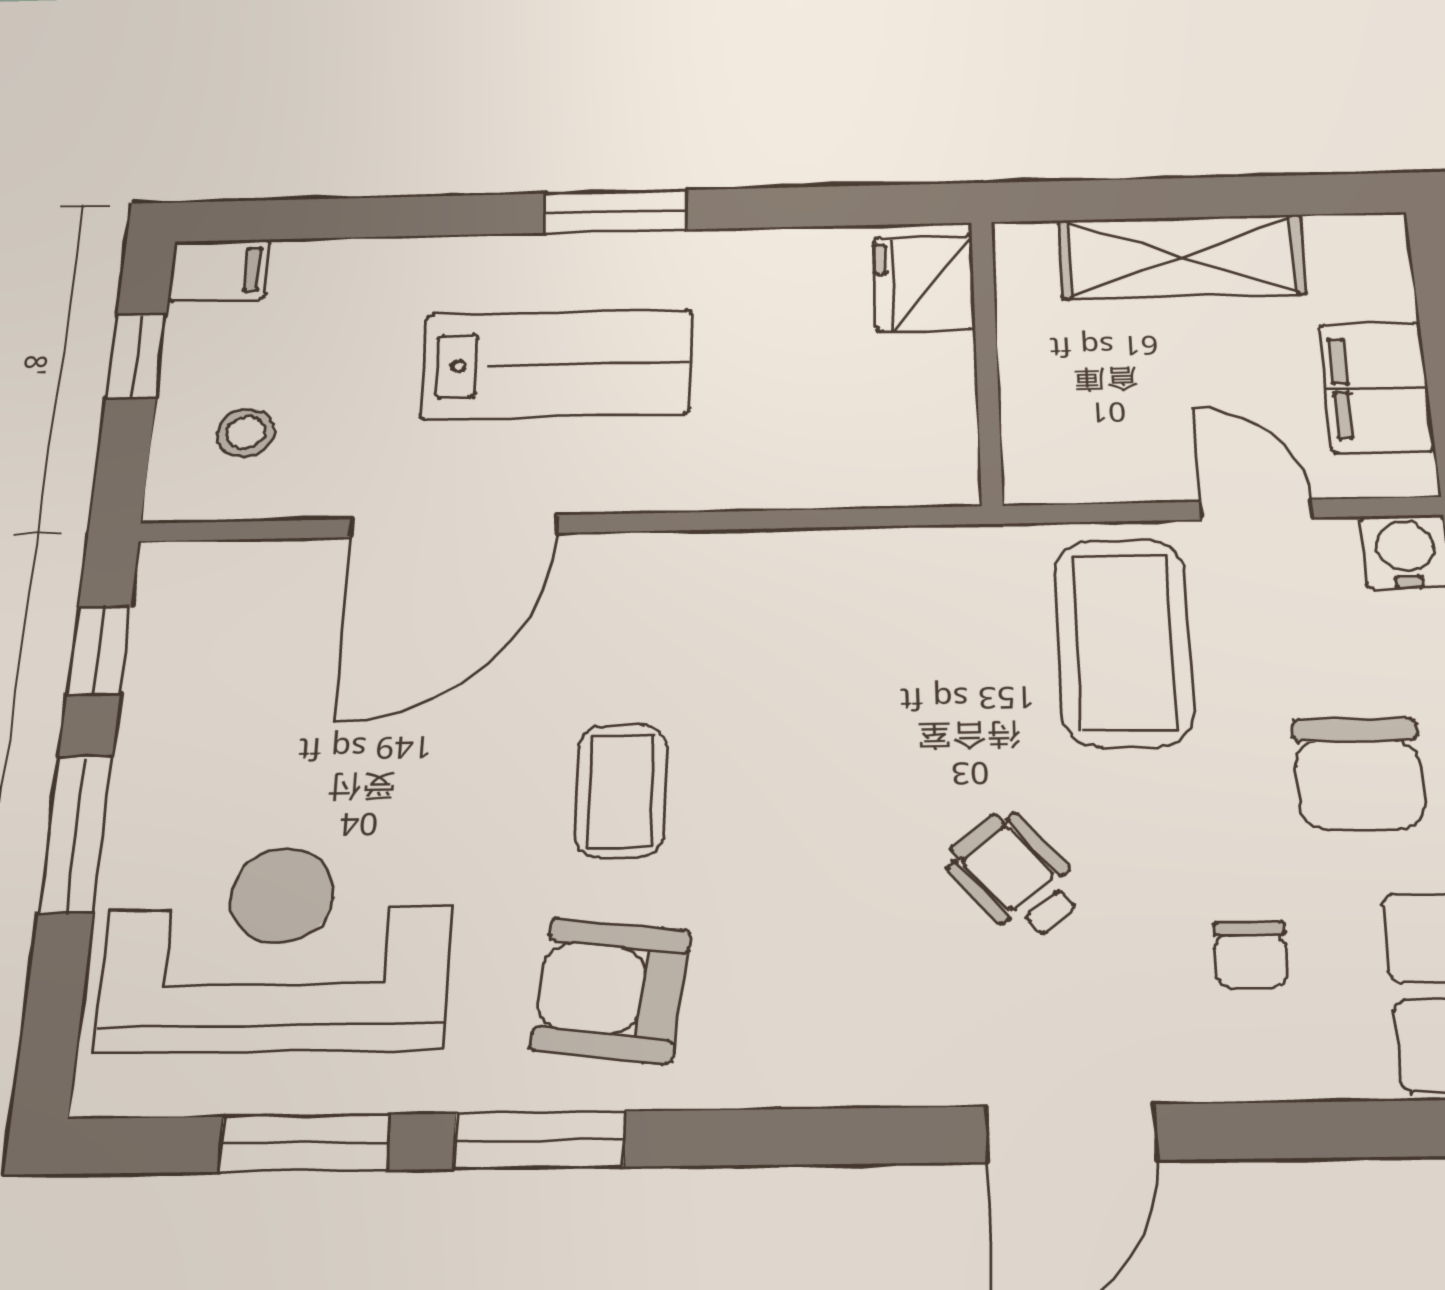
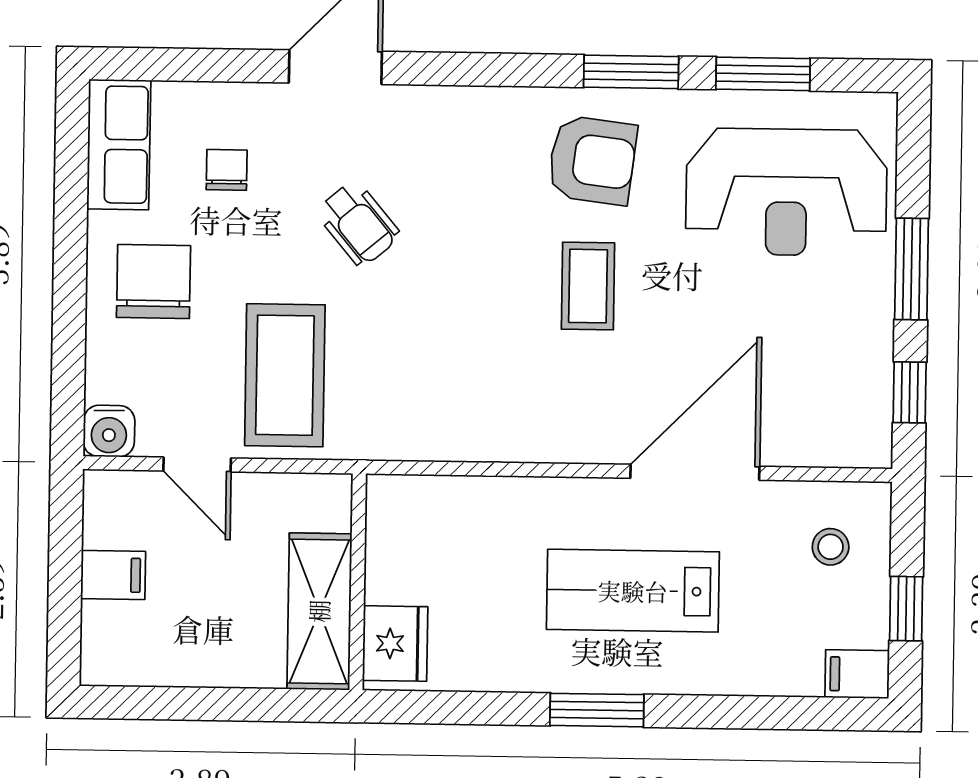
shelving: (1182, 257) -> (319, 611), moved, turned 90
filing cabinet: (1376, 387) -> (113, 575), width x0.50

